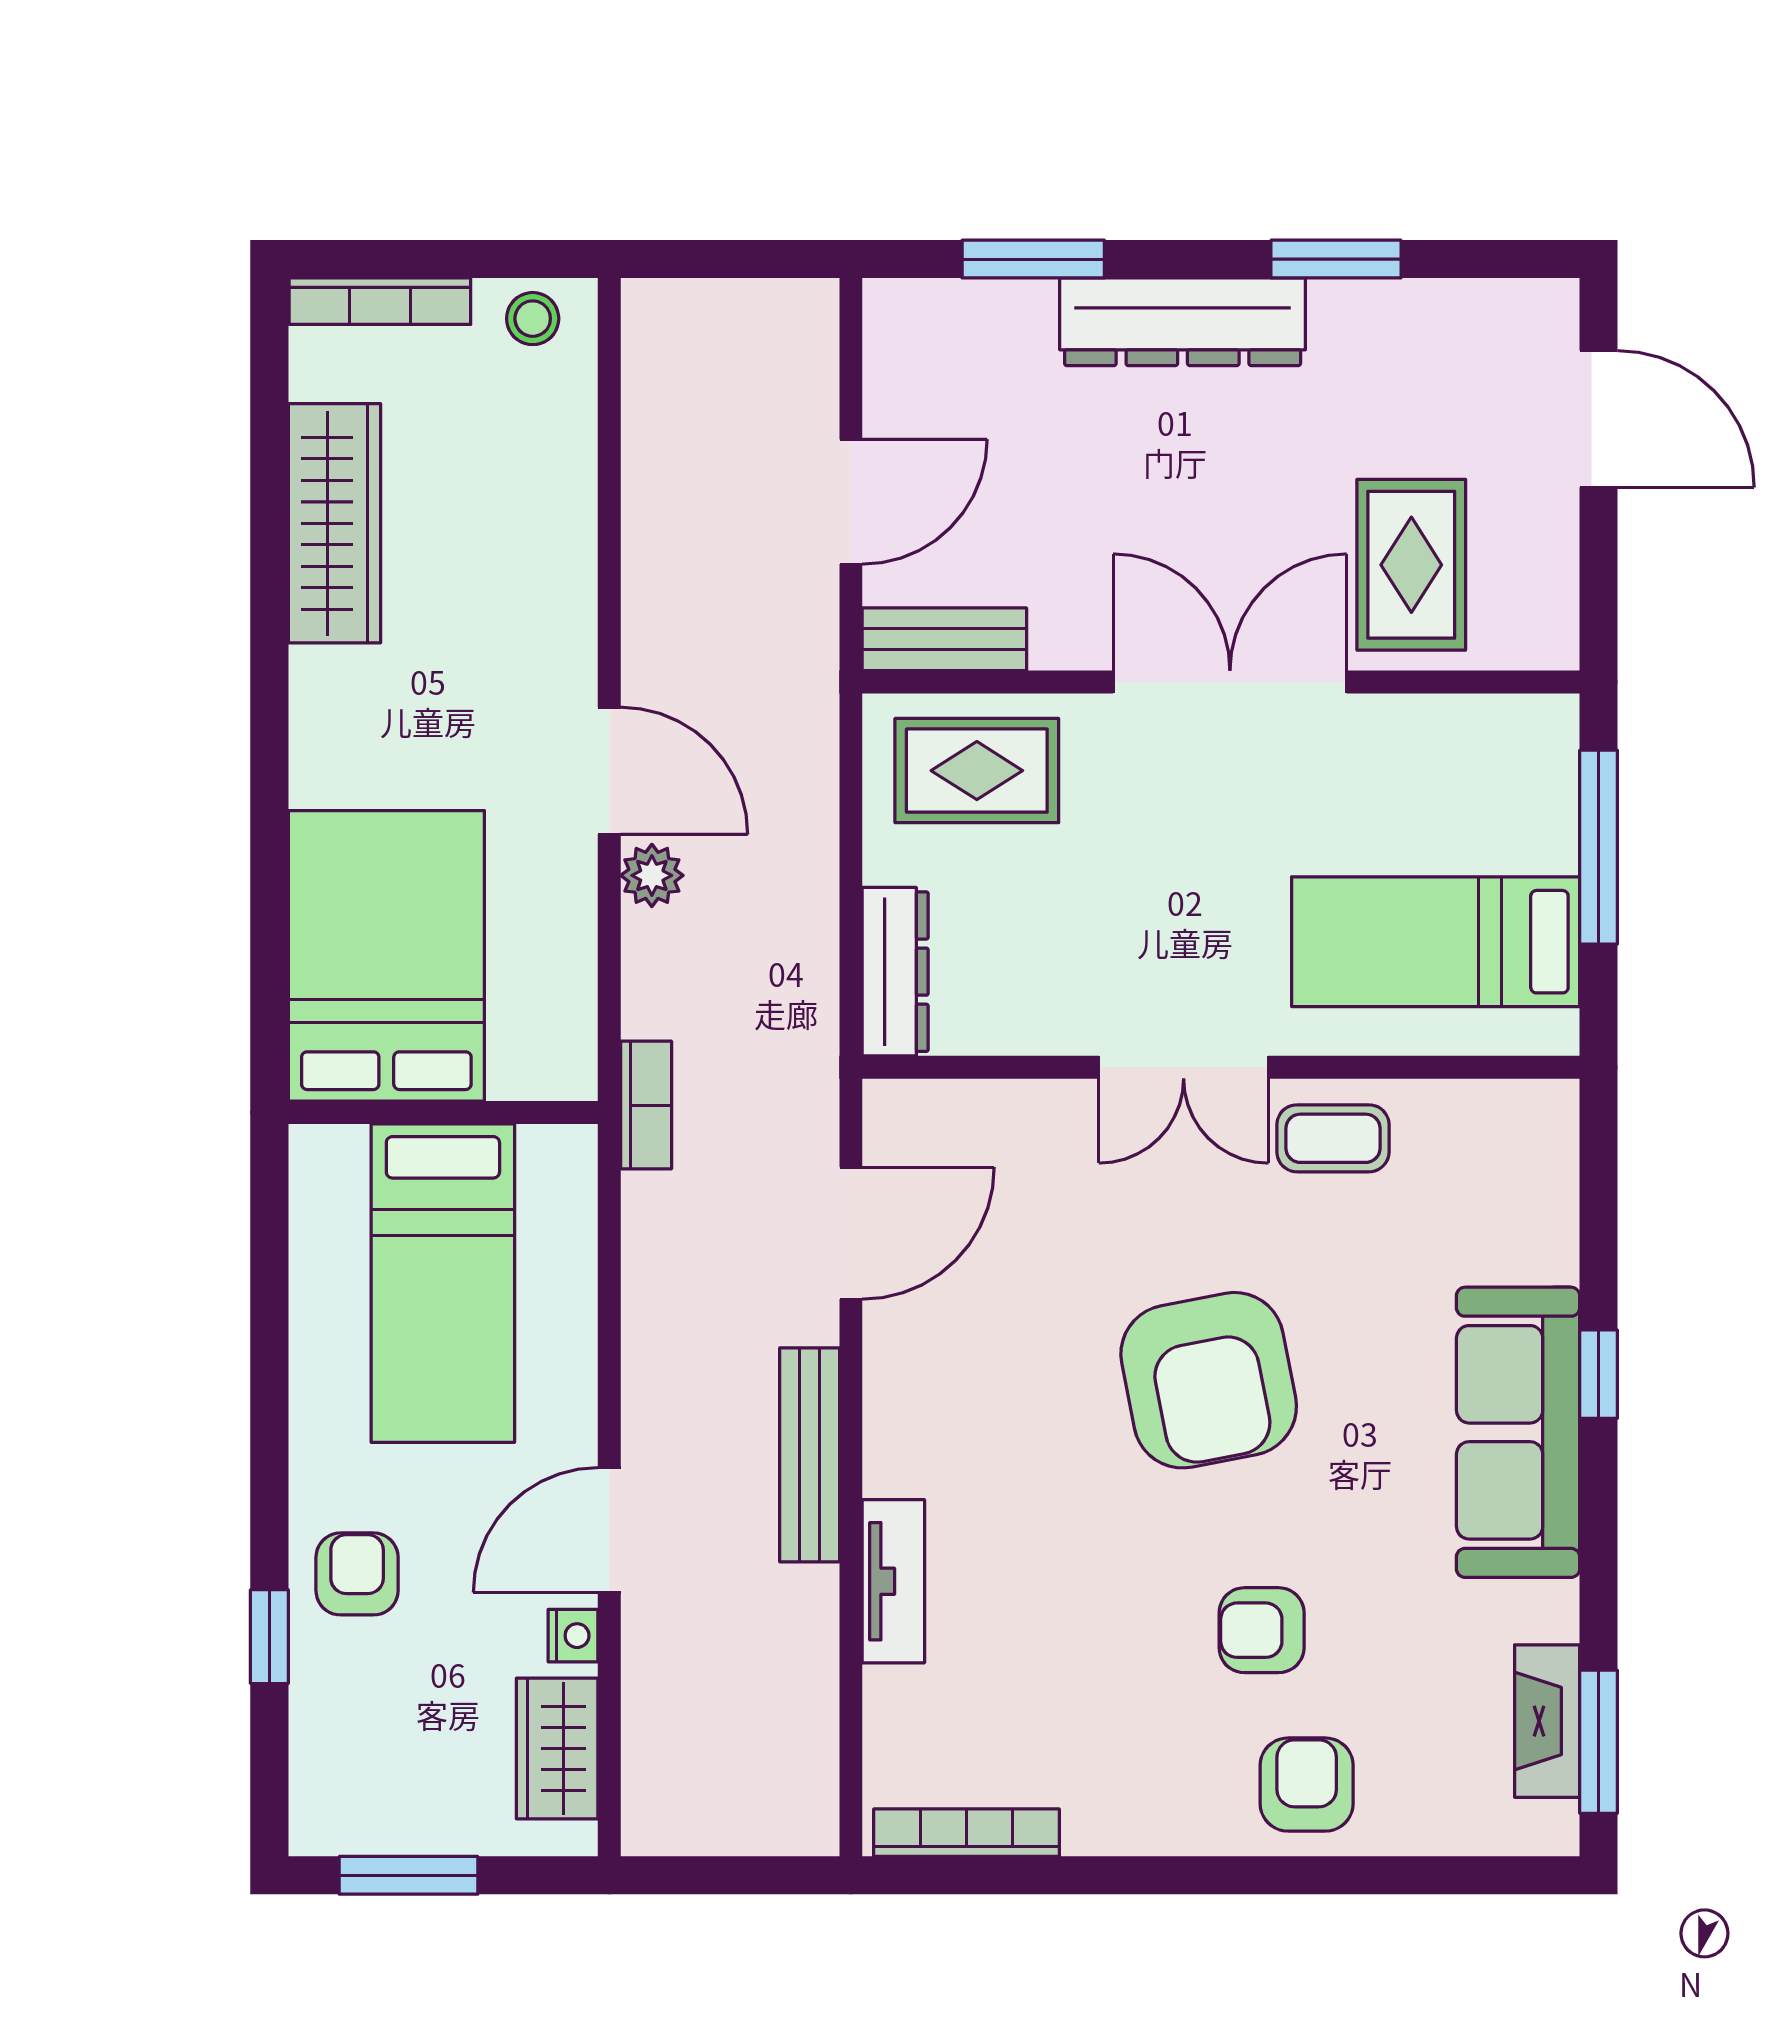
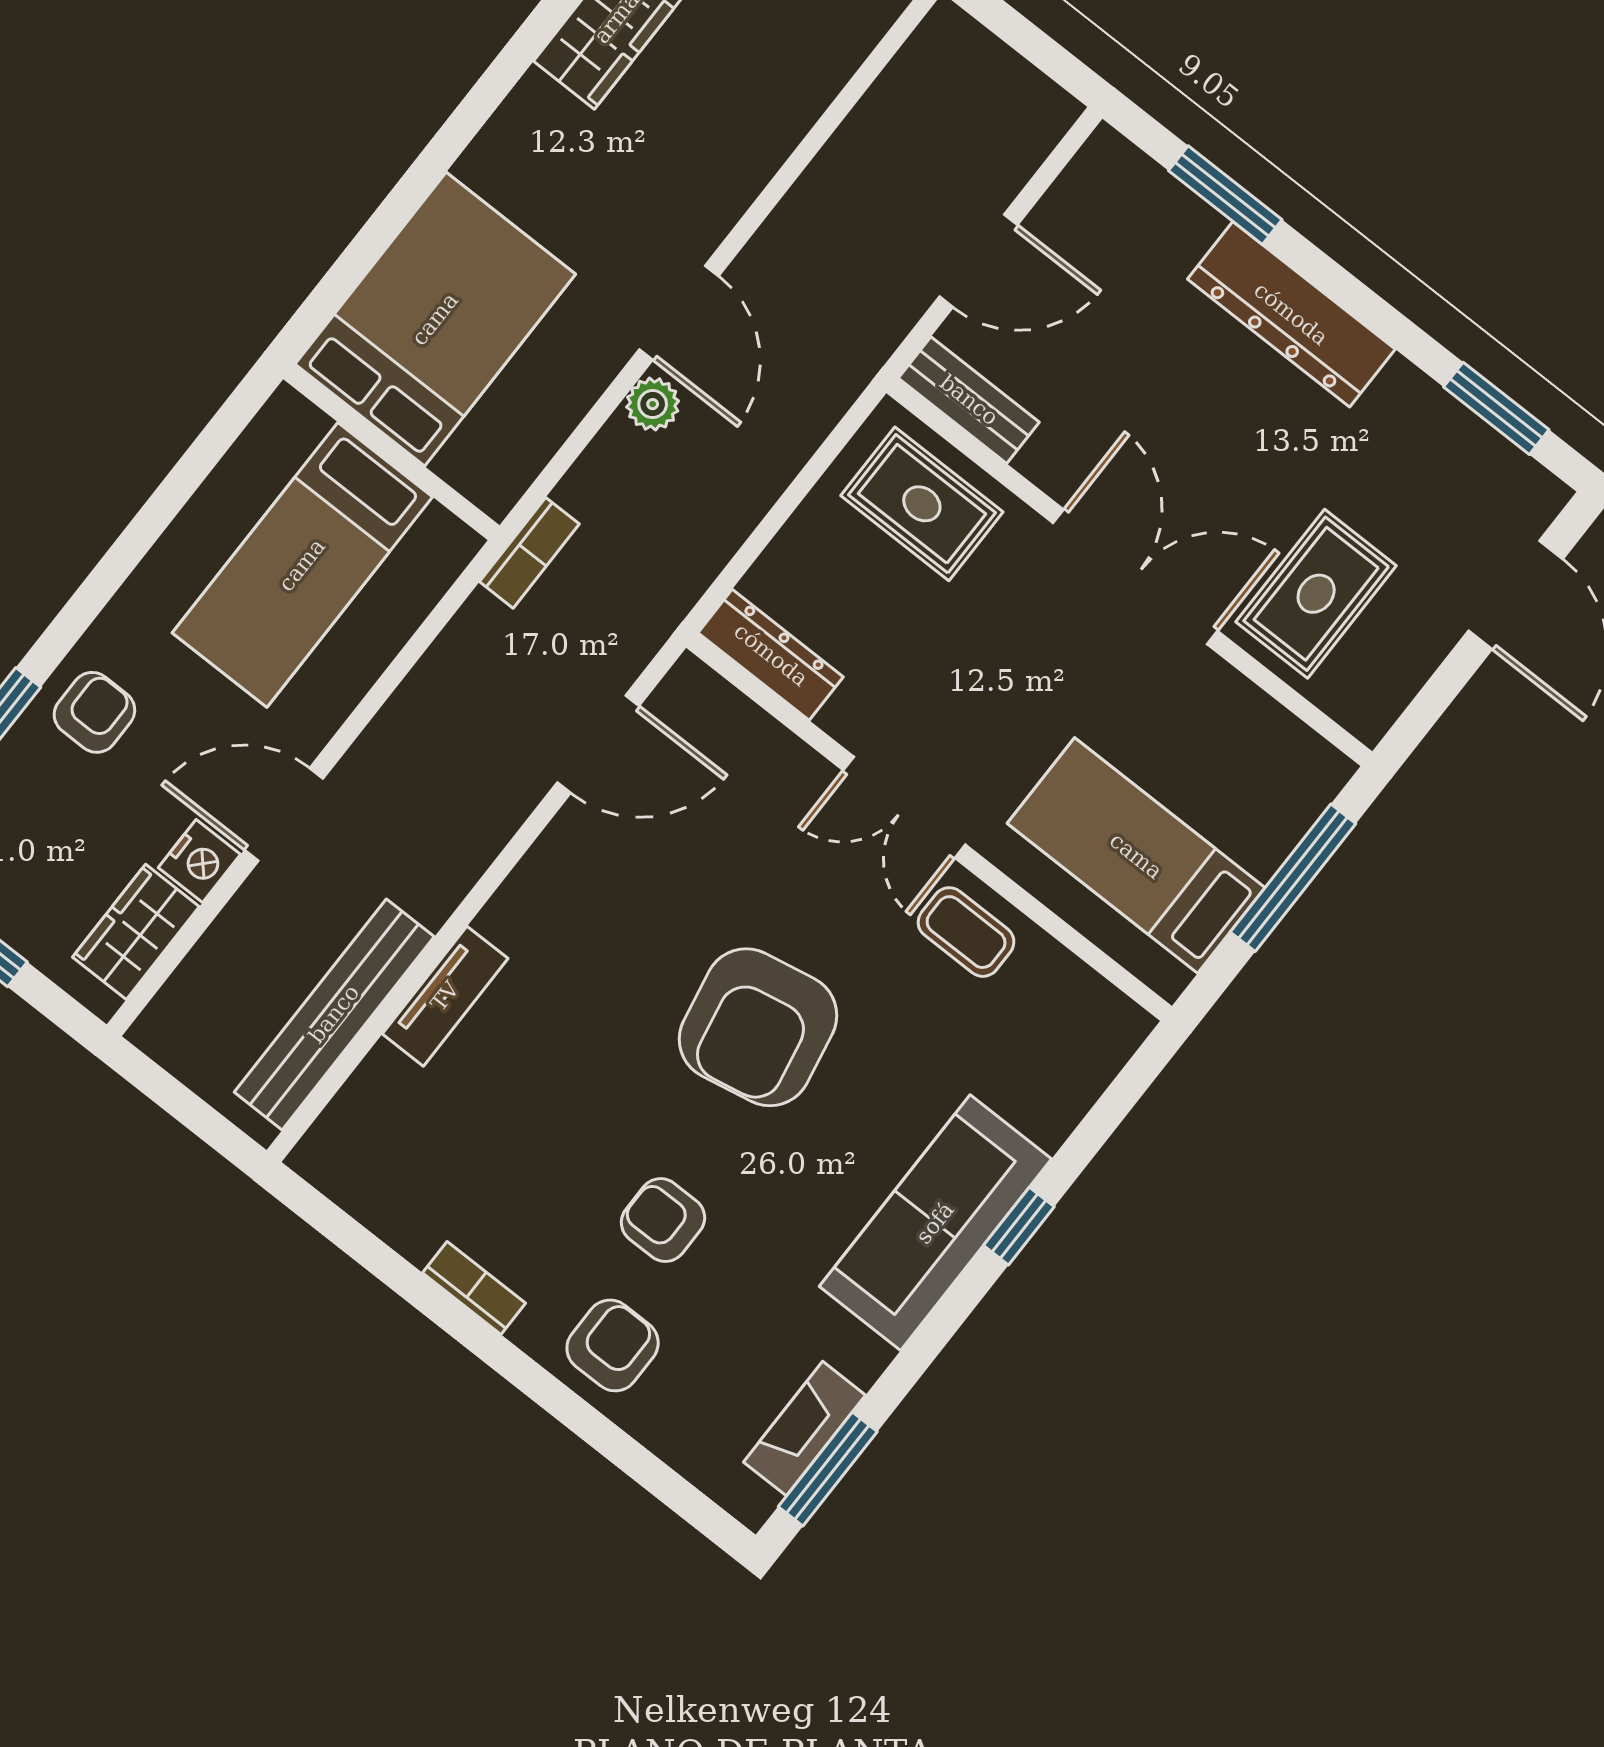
window: (1336, 259) -> (1496, 408), moved
dresser: (895, 972) -> (771, 655), moved, turned -90
bench: (810, 1455) -> (334, 1014), moved, width x1.37, depth x1.21
nightstand: (573, 1636) -> (199, 861), width x1.39, depth x1.35
bookcase: (966, 1833) -> (474, 1288), moved, width x0.64

